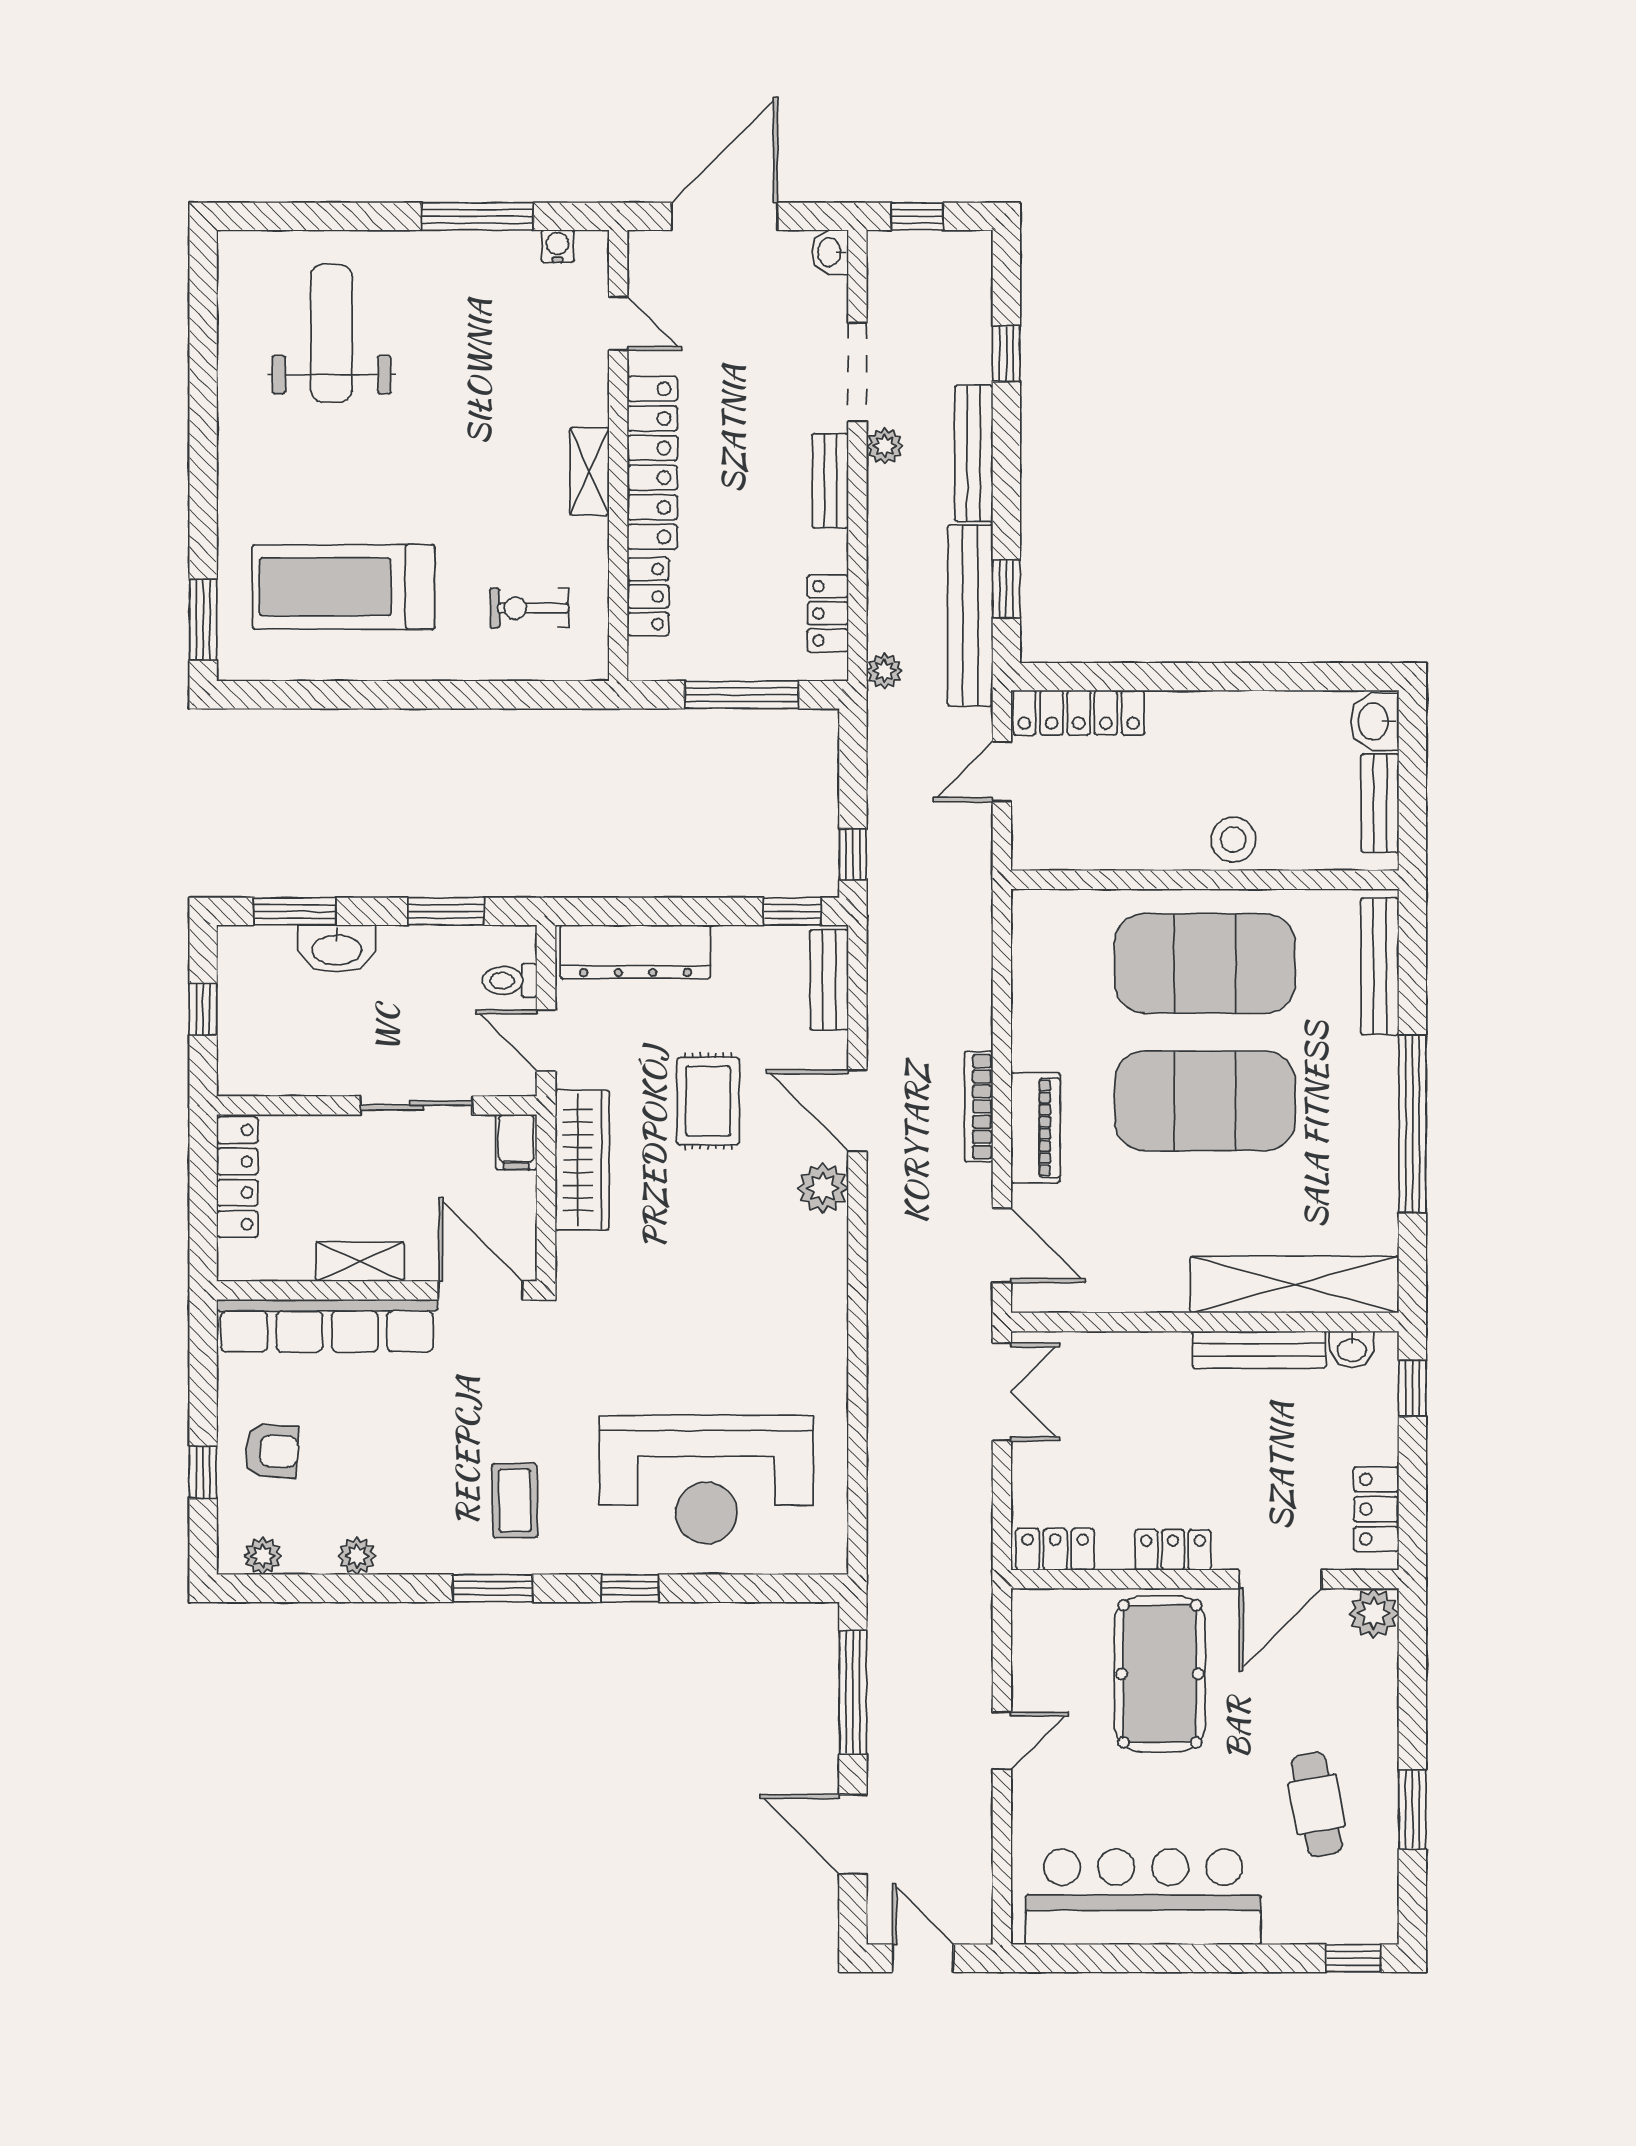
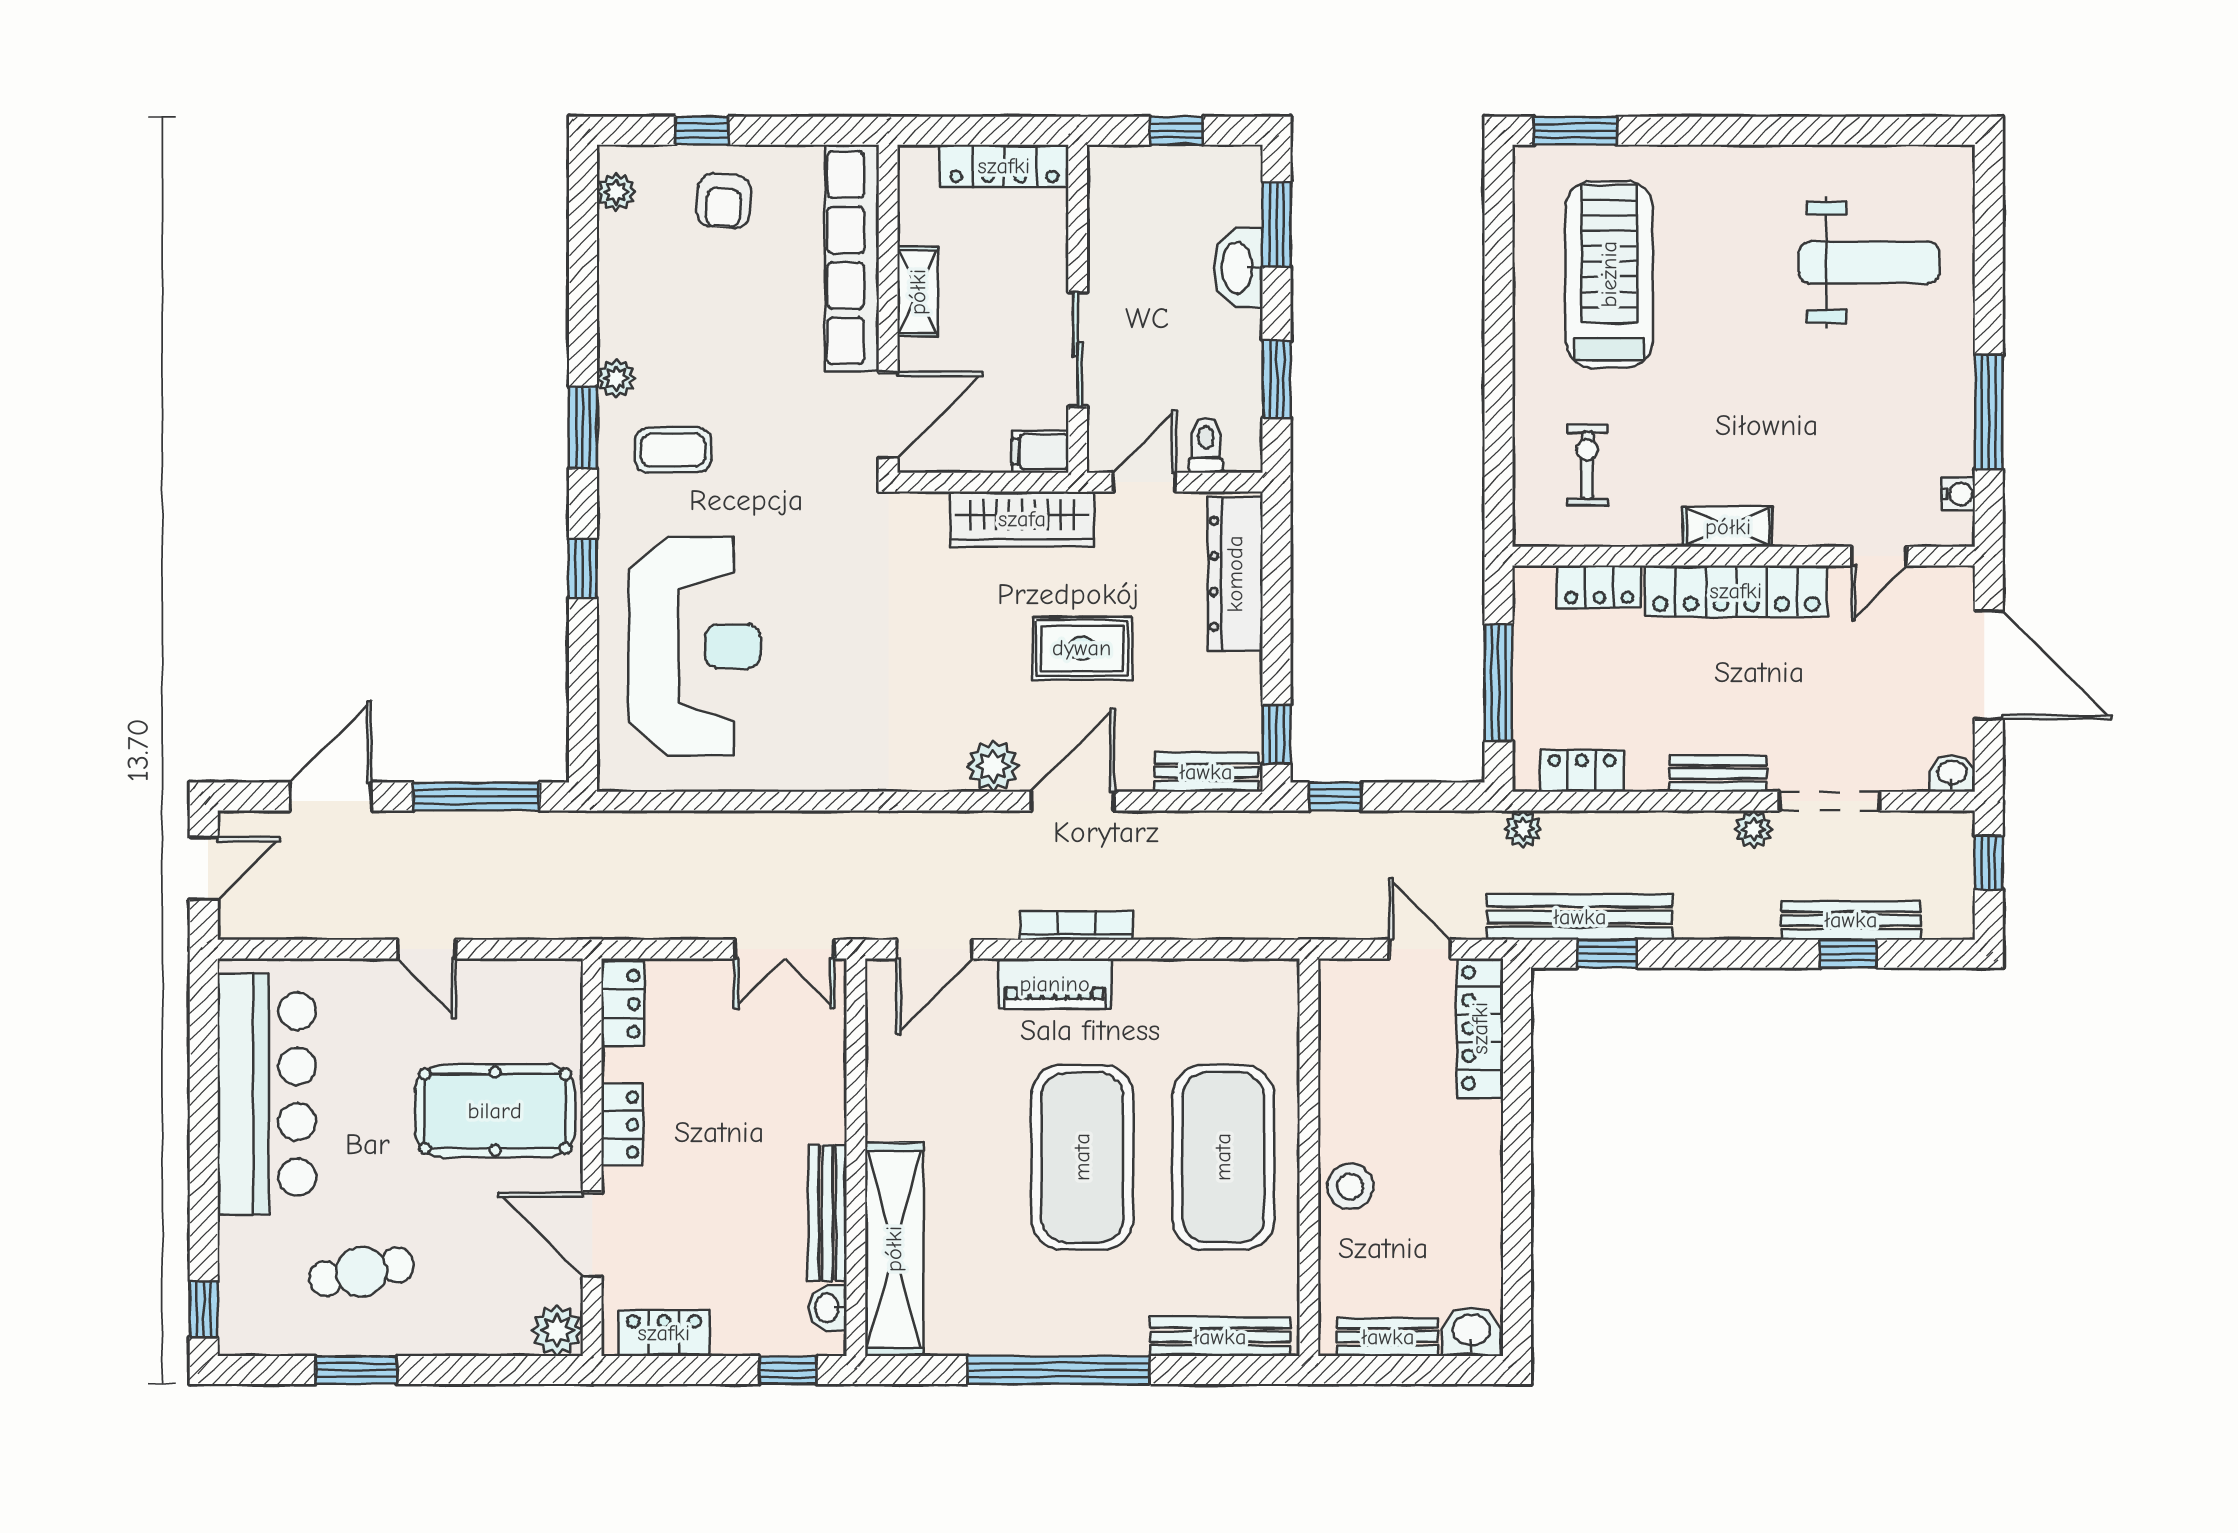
bench: (974, 453) -> (1851, 920), moved
reception desk: (706, 1479) -> (694, 646), turned 180
plant: (357, 1556) -> (616, 378), moved

